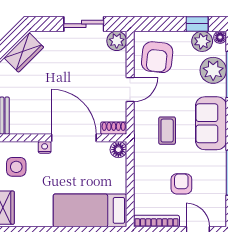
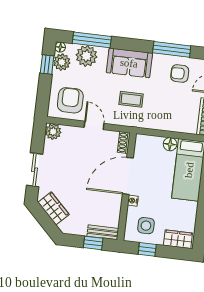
sliding door: (84, 24) -> (35, 170), moved
armchair: (157, 57) -> (70, 100), turned -96
floor lamp: (118, 150) -> (170, 144), moved
armchair: (181, 184) -> (180, 74), moved

